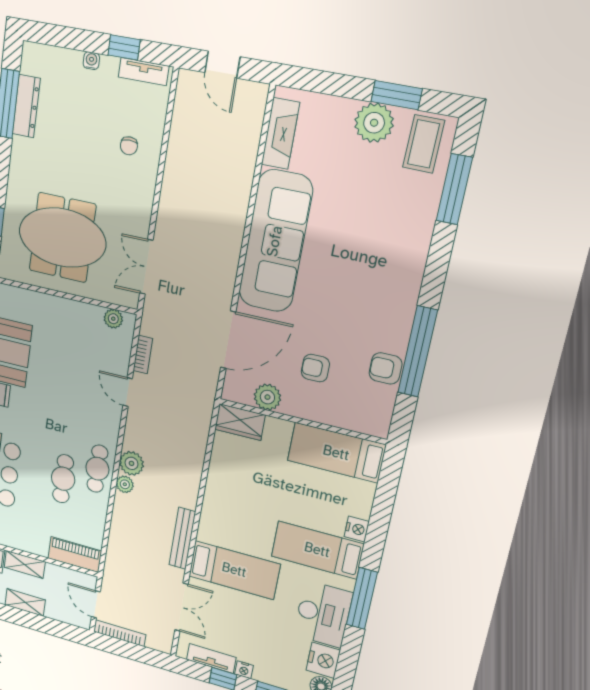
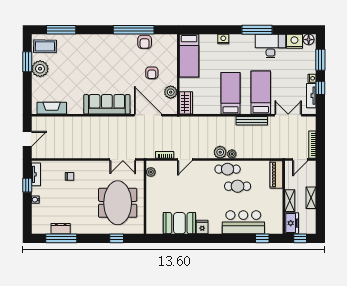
dresser: (26, 106) -> (61, 229), width x0.70
sofa: (275, 241) -> (107, 104), width x0.74, depth x0.79
bed: (317, 550) -> (231, 93), moved, turned 180

